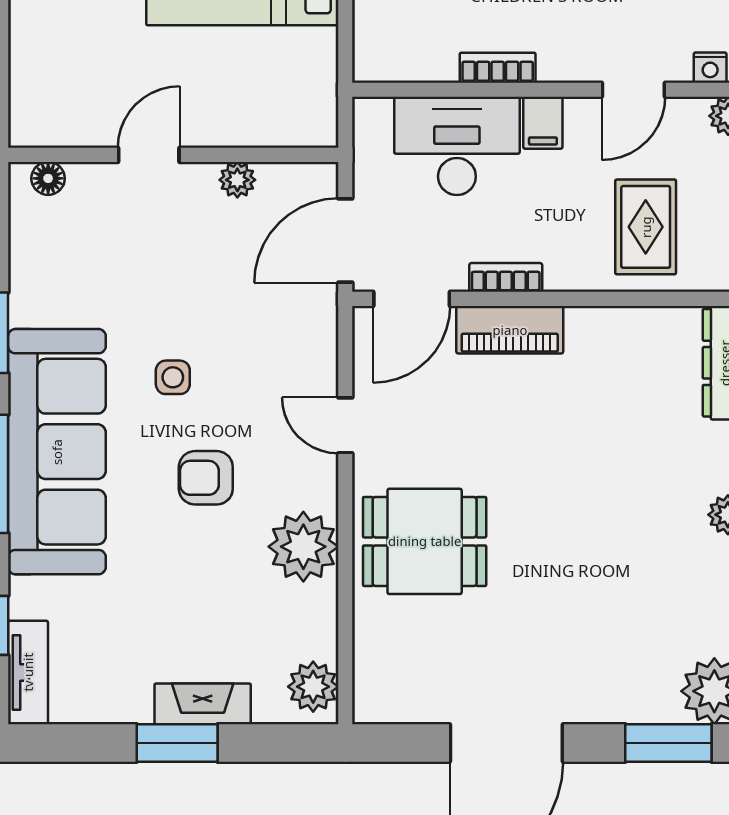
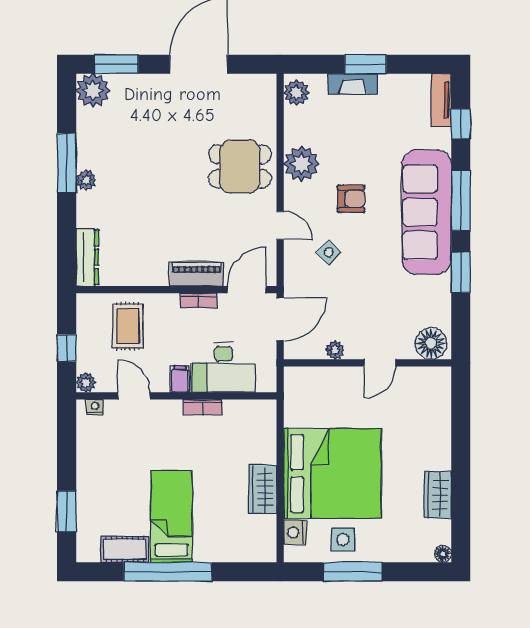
door: (633, 90) -> (134, 396), hinge flipped
floor lamp: (48, 178) -> (431, 343), width x1.89, depth x1.89
side table: (173, 377) -> (329, 252), moved, turned 45

